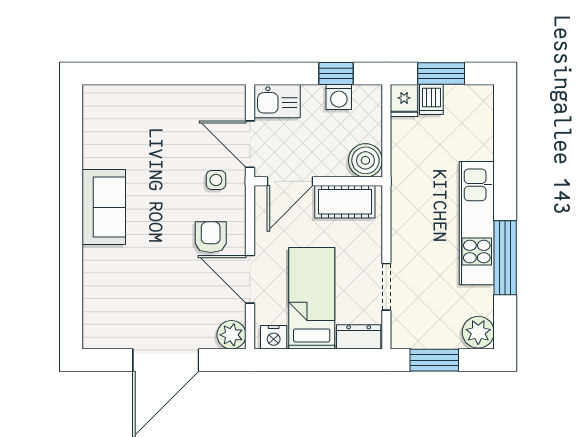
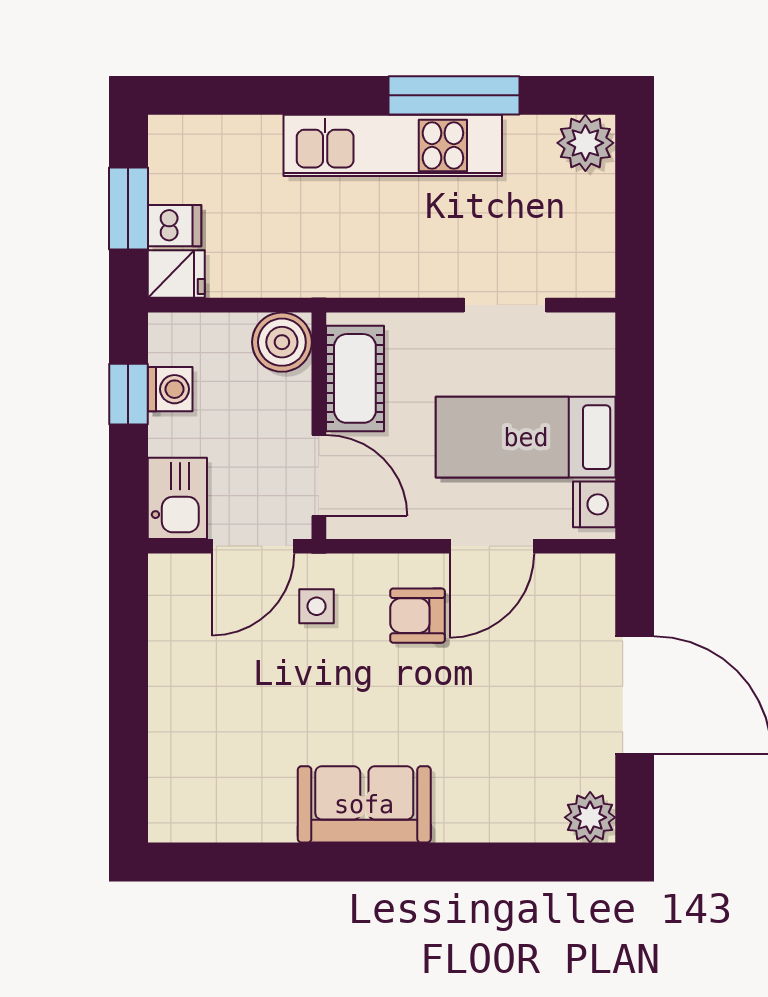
plant: (231, 335) -> (590, 817), moved
dresser: (359, 337) -> (594, 354), removed
window: (434, 360) -> (635, 221), removed

